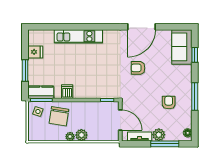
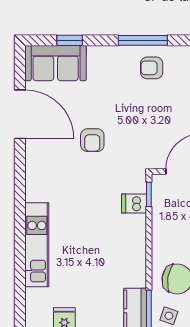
door: (142, 27) -> (20, 114), moved
dishwasher: (67, 92) -> (134, 204), moved
armchair: (169, 102) -> (152, 68), moved

